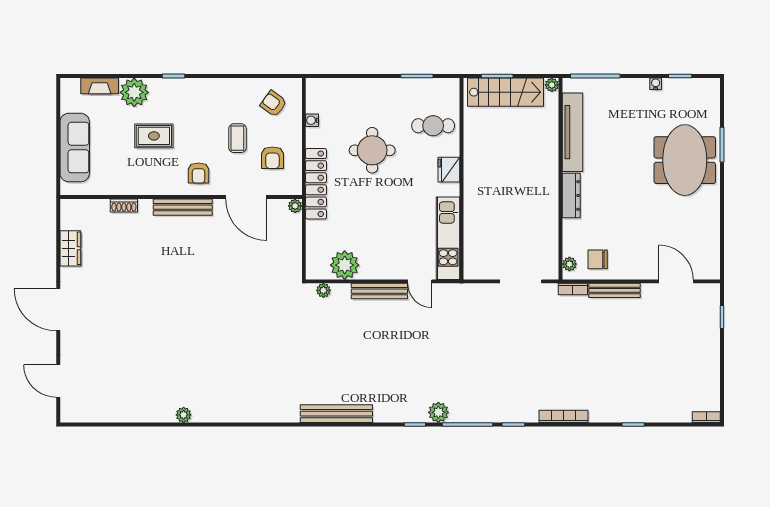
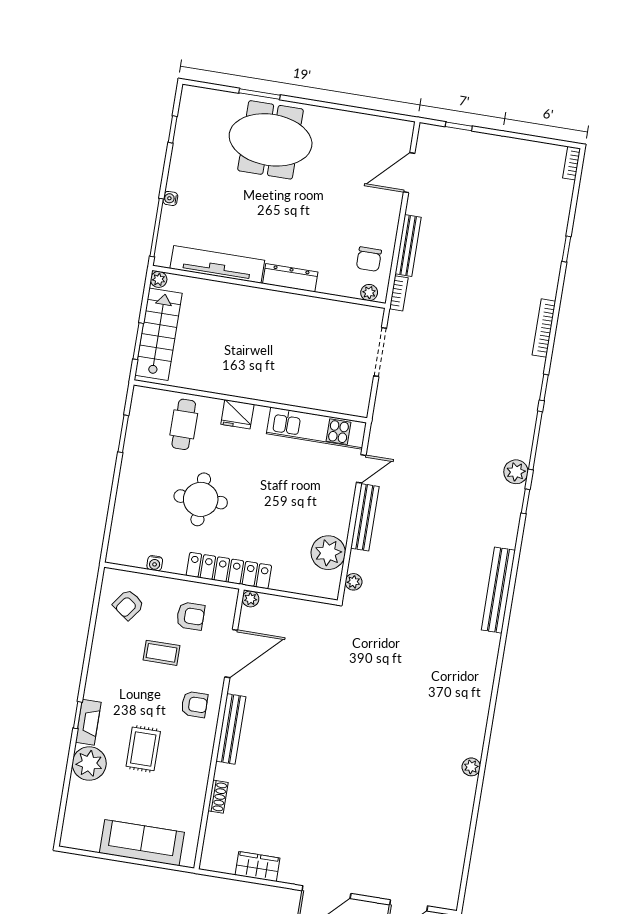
water cooler: (656, 84) -> (170, 198), moved
fireplace: (100, 86) -> (88, 722), moved

